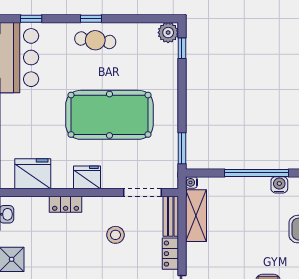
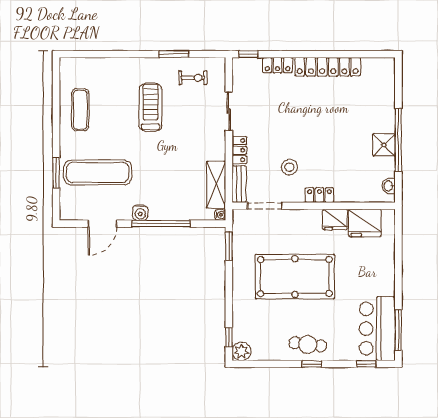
fridge: (87, 177) -> (335, 219), moved
locker: (66, 204) -> (319, 195), moved

